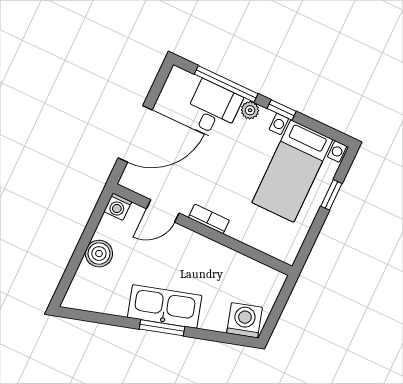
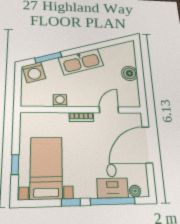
plant: (250, 110) -> (135, 191), moved
washing machine: (118, 207) -> (60, 101), moved
window: (162, 328) -> (48, 58), moved

